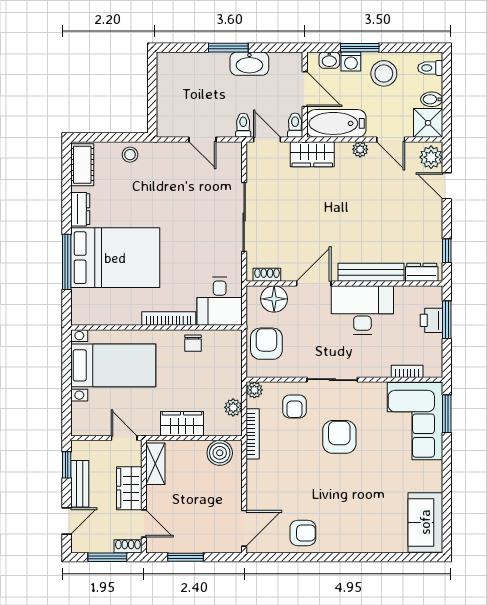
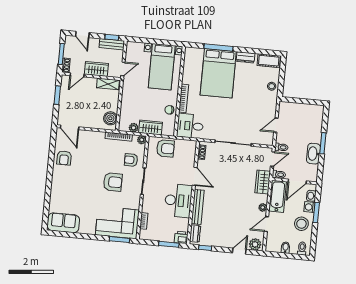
shower: (428, 123) -> (273, 244), removed
floor lamp: (274, 299) -> (189, 155), removed
printer: (431, 320) -> (181, 237), moved
wardrobe: (182, 424) -> (150, 127), moved, turned -90
bench: (80, 484) -> (112, 44), moved

